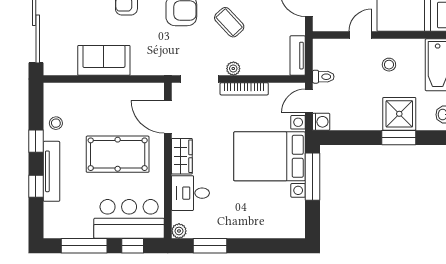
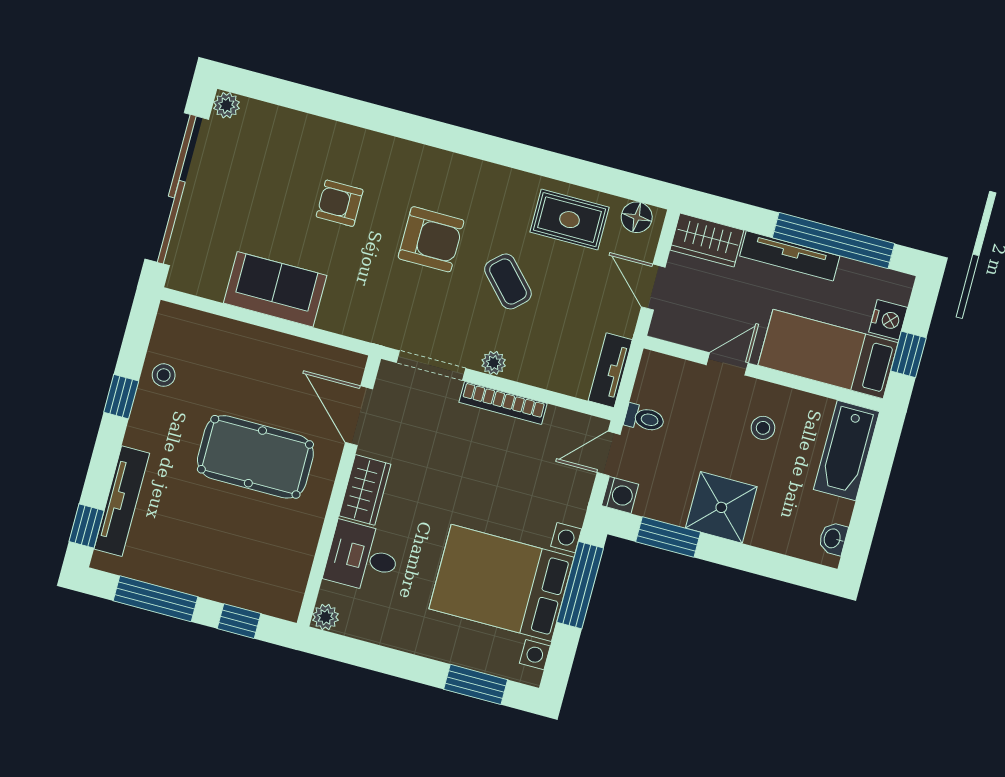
shower: (399, 114) -> (721, 507), moved
window: (399, 138) -> (668, 537), moved
bed with nightstands: (270, 156) -> (501, 583), moved
tv unit: (51, 171) -> (122, 501), moved
window: (36, 186) -> (86, 526), moved
bar counter: (129, 219) -> (245, 573), removed
window: (210, 246) -> (476, 684), moved

